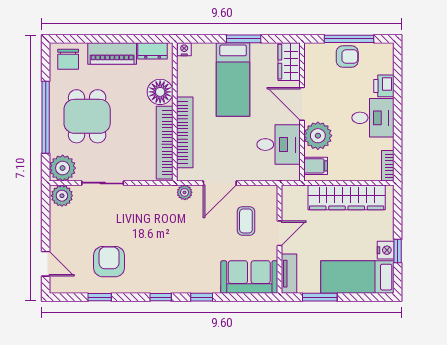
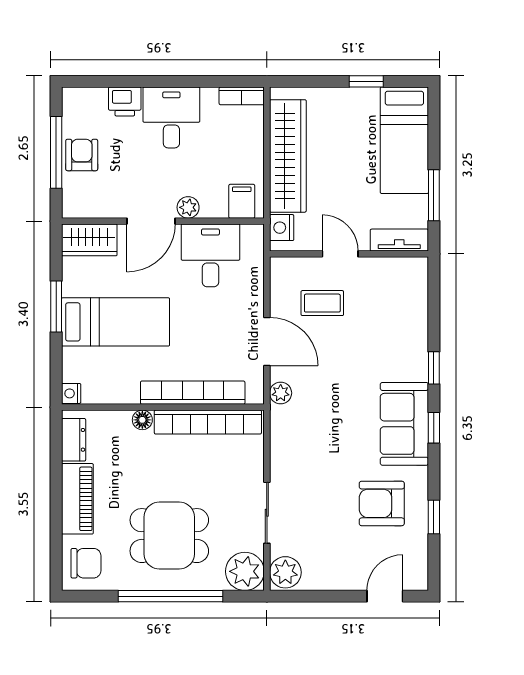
floor lamp: (160, 92) -> (142, 420), width x0.53, depth x0.53
plant: (318, 136) -> (188, 207), width x0.53, depth x0.53
nightstand: (386, 250) -> (282, 228), moved, turned -90
sofa: (249, 277) -> (404, 424), moved

